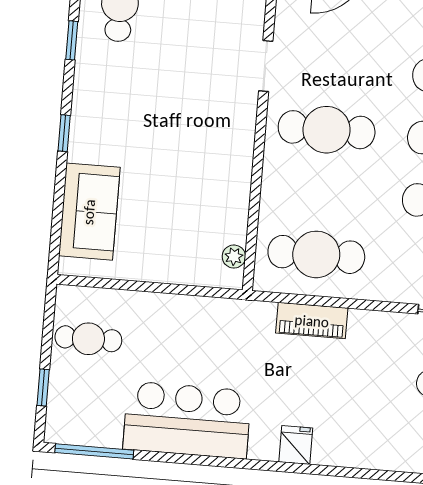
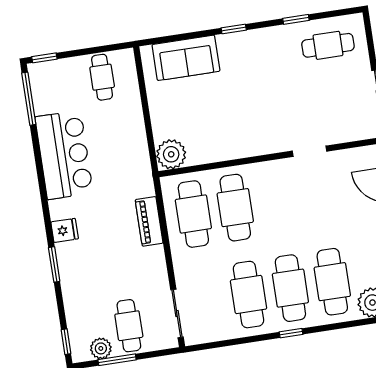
cafe table: (327, 130) -> (235, 208), moved
plant: (234, 257) -> (171, 154), width x1.88, depth x1.88
window: (43, 388) -> (44, 58), moved
window: (341, 472) -> (54, 264), added

